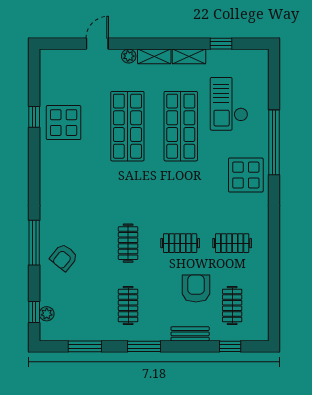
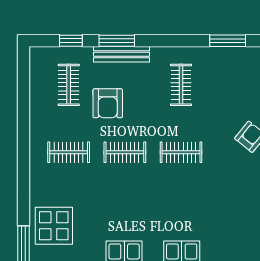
clothes rail: (128, 243) -> (181, 152), turned 90
bench: (190, 334) -> (121, 54), width x1.36
window: (144, 346) -> (117, 41), moved

